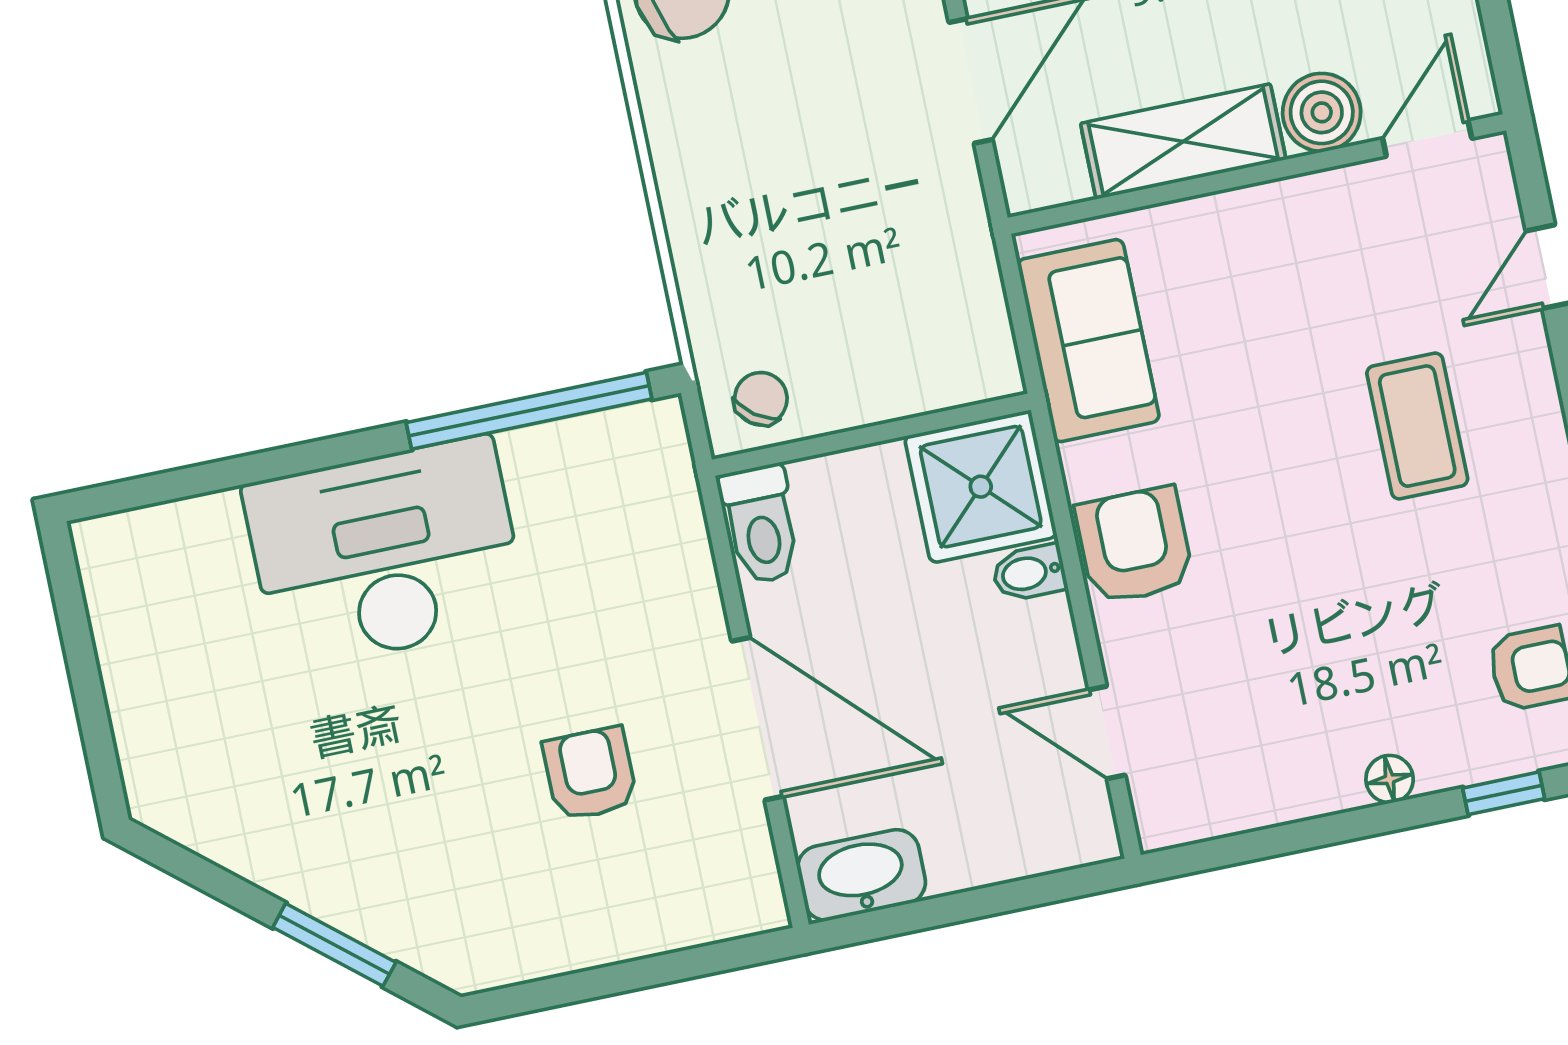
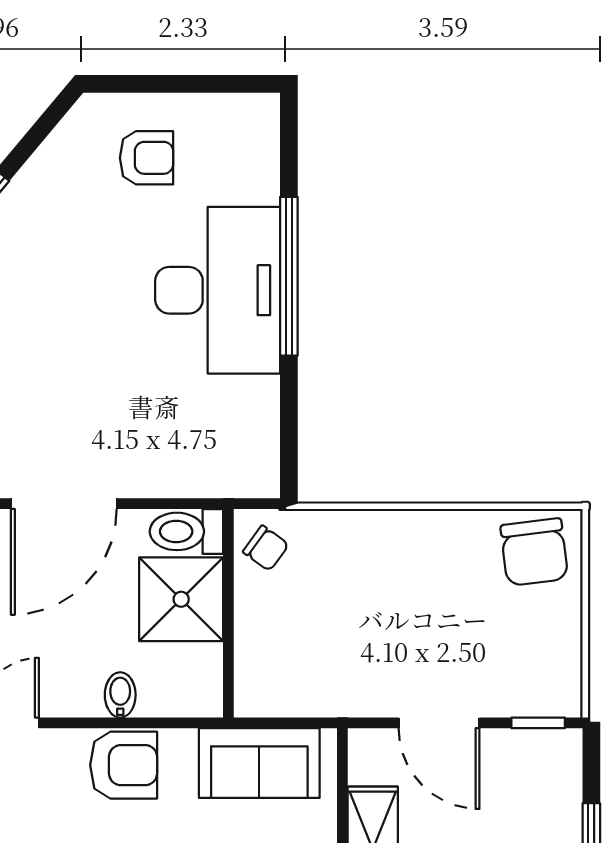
window: (529, 411) -> (289, 276), moved
shower: (981, 487) -> (181, 599), moved
armchair: (590, 774) -> (146, 158), moved

